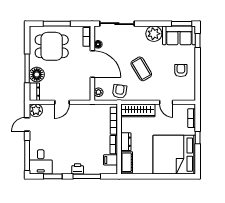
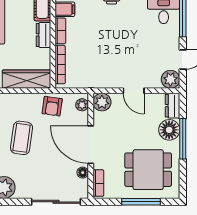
coffee table: (141, 69) -> (22, 138), turned 39
plant: (84, 94) -> (102, 102), added
door: (62, 102) -> (134, 91), swing flipped

